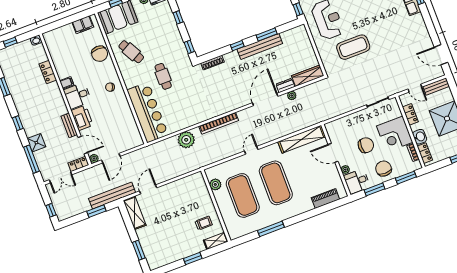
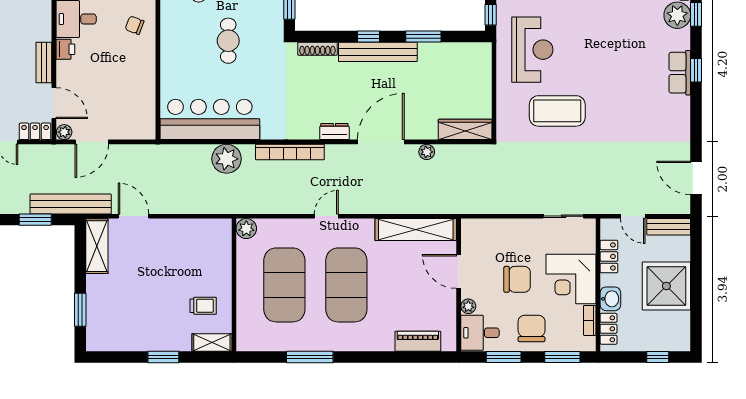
bench: (260, 46) -> (378, 52), moved
dresser: (285, 85) -> (334, 132), moved
bar counter: (148, 112) -> (210, 119), moved, turned -90
printer: (82, 118) -> (65, 49), width x0.53, depth x0.68
plant: (215, 184) -> (246, 229), moved
door: (148, 189) -> (133, 216), hinge flipped

